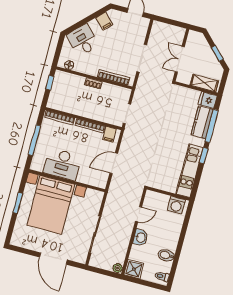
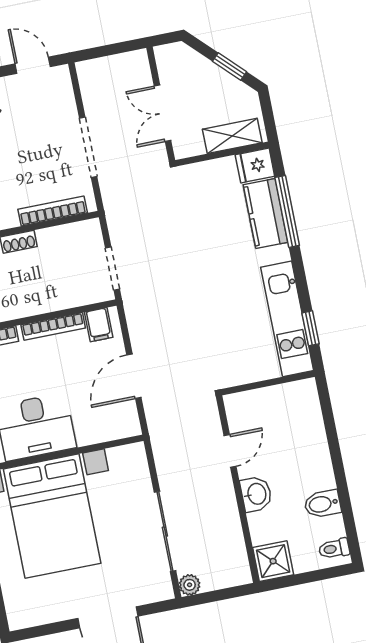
window: (204, 156) -> (310, 328), moved
washing machine: (176, 205) -> (294, 398), removed
plant: (118, 268) -> (190, 585), moved

